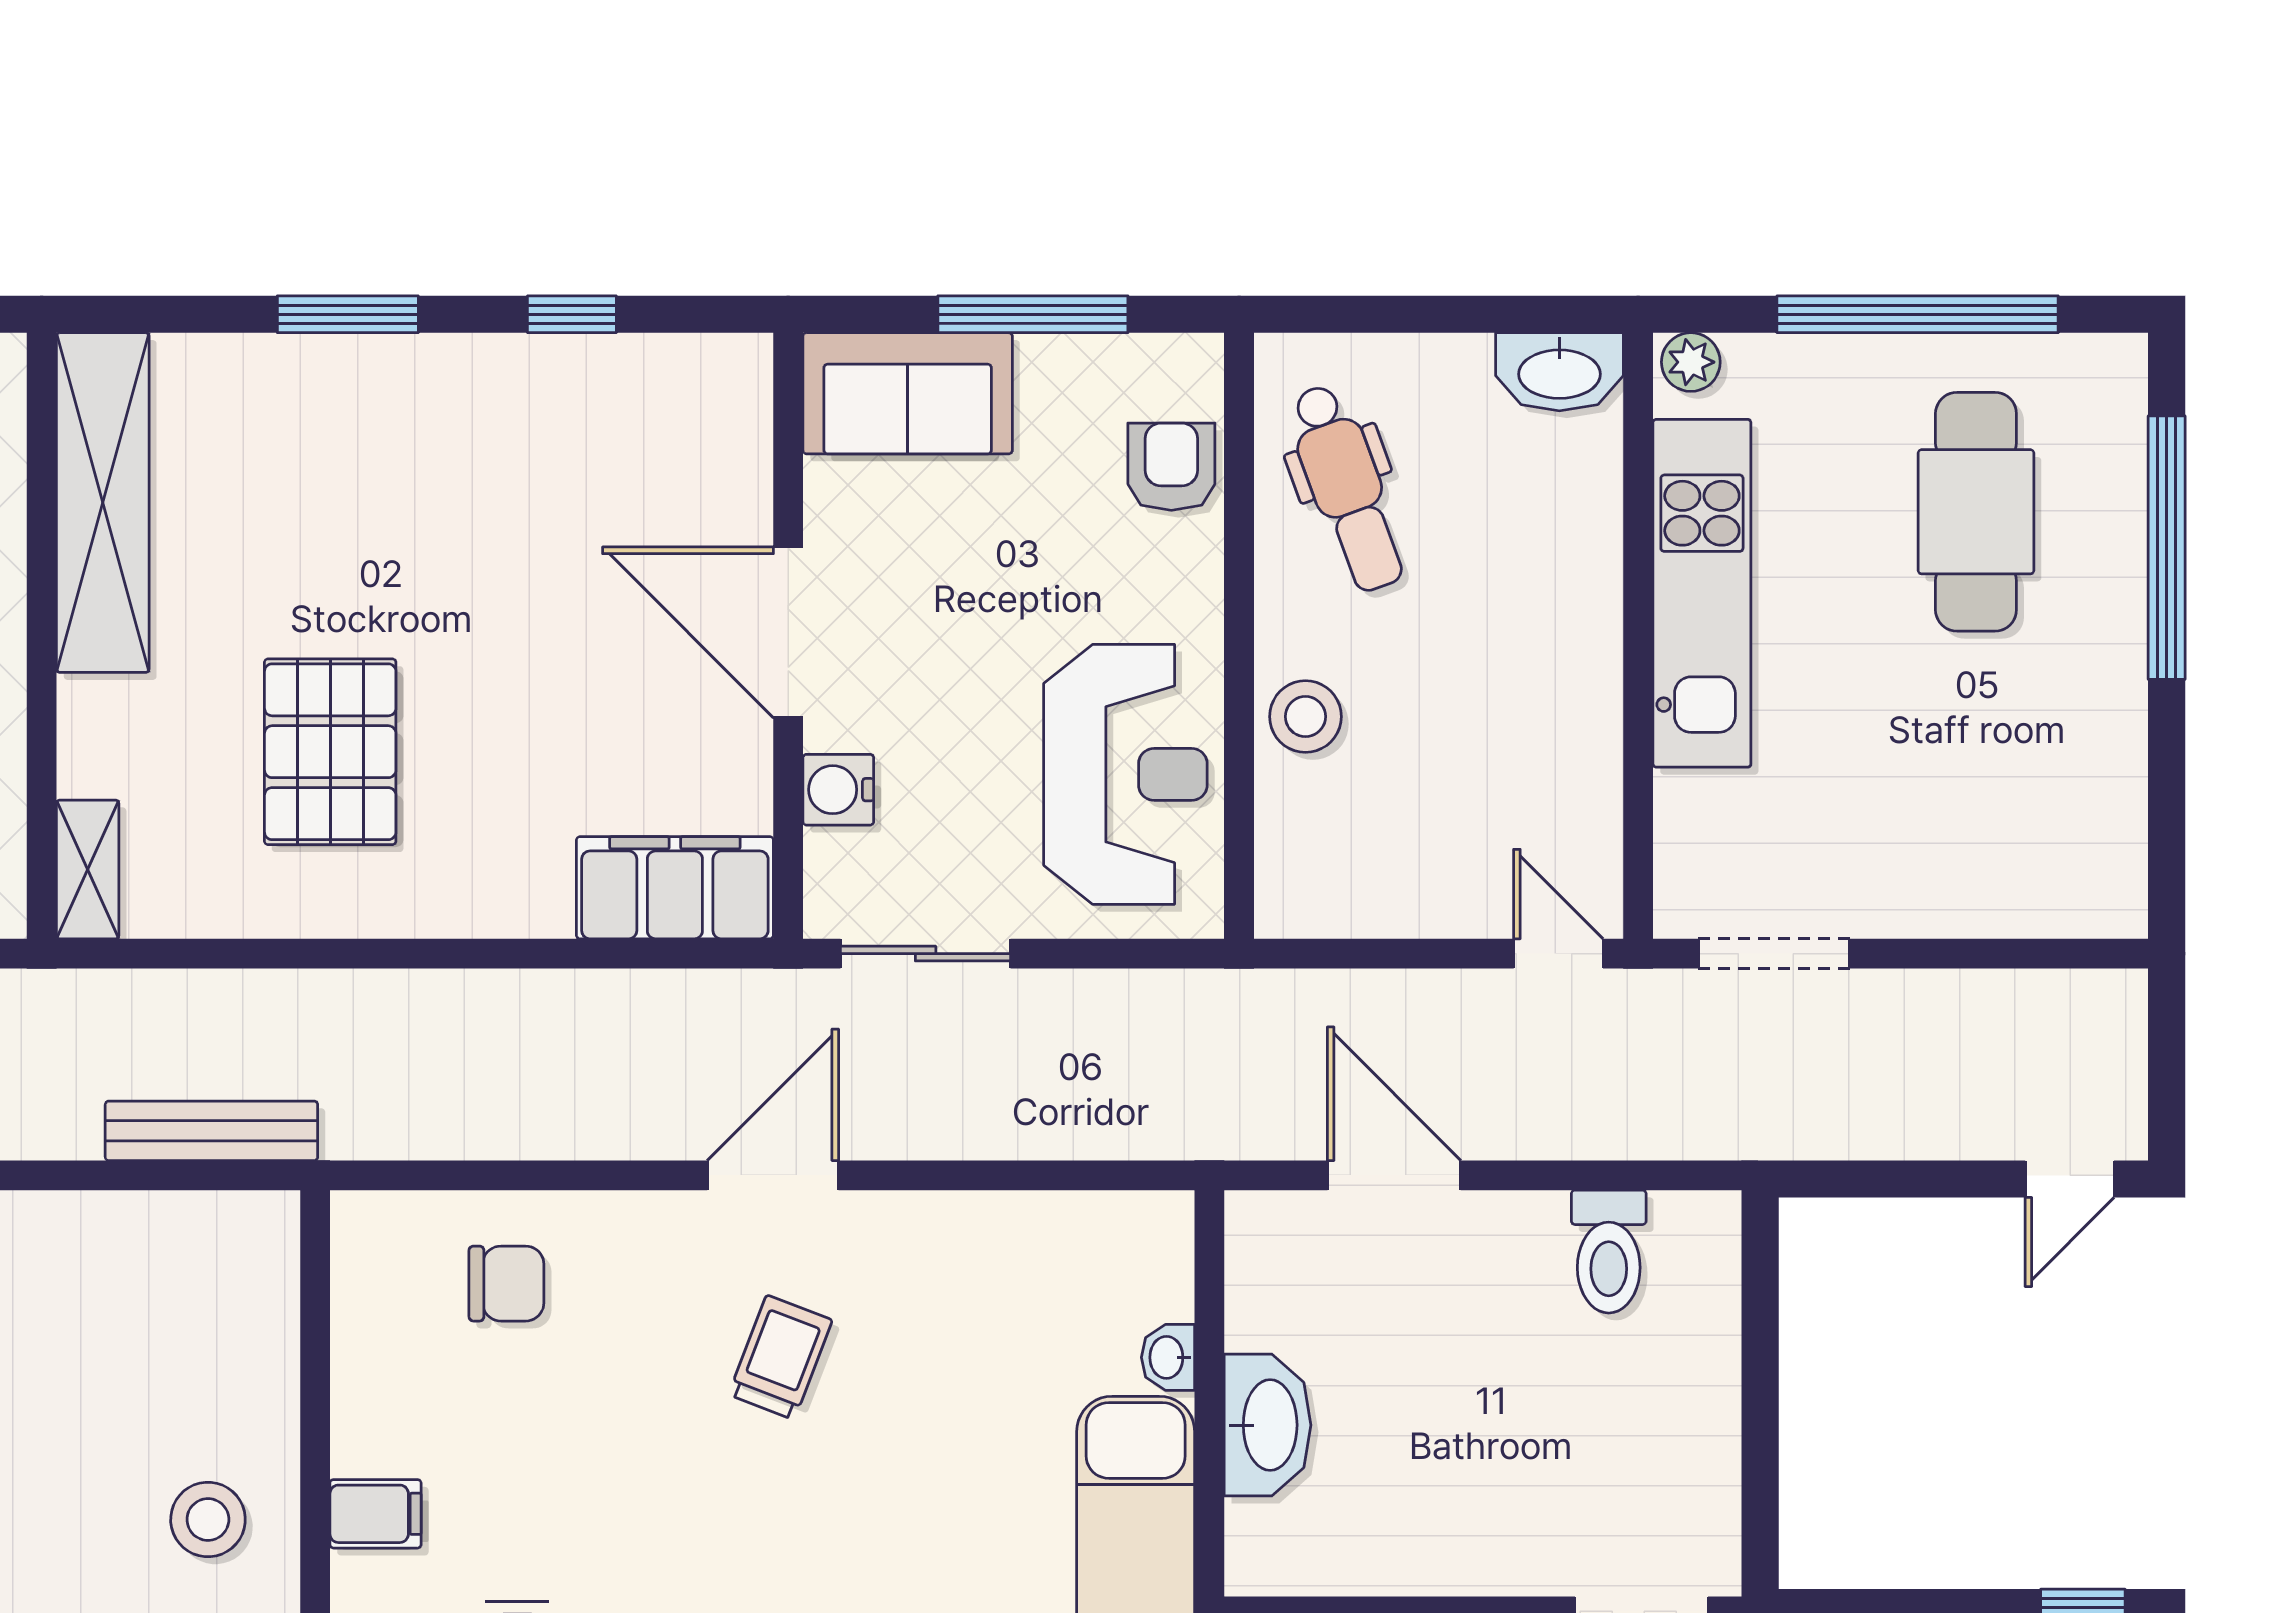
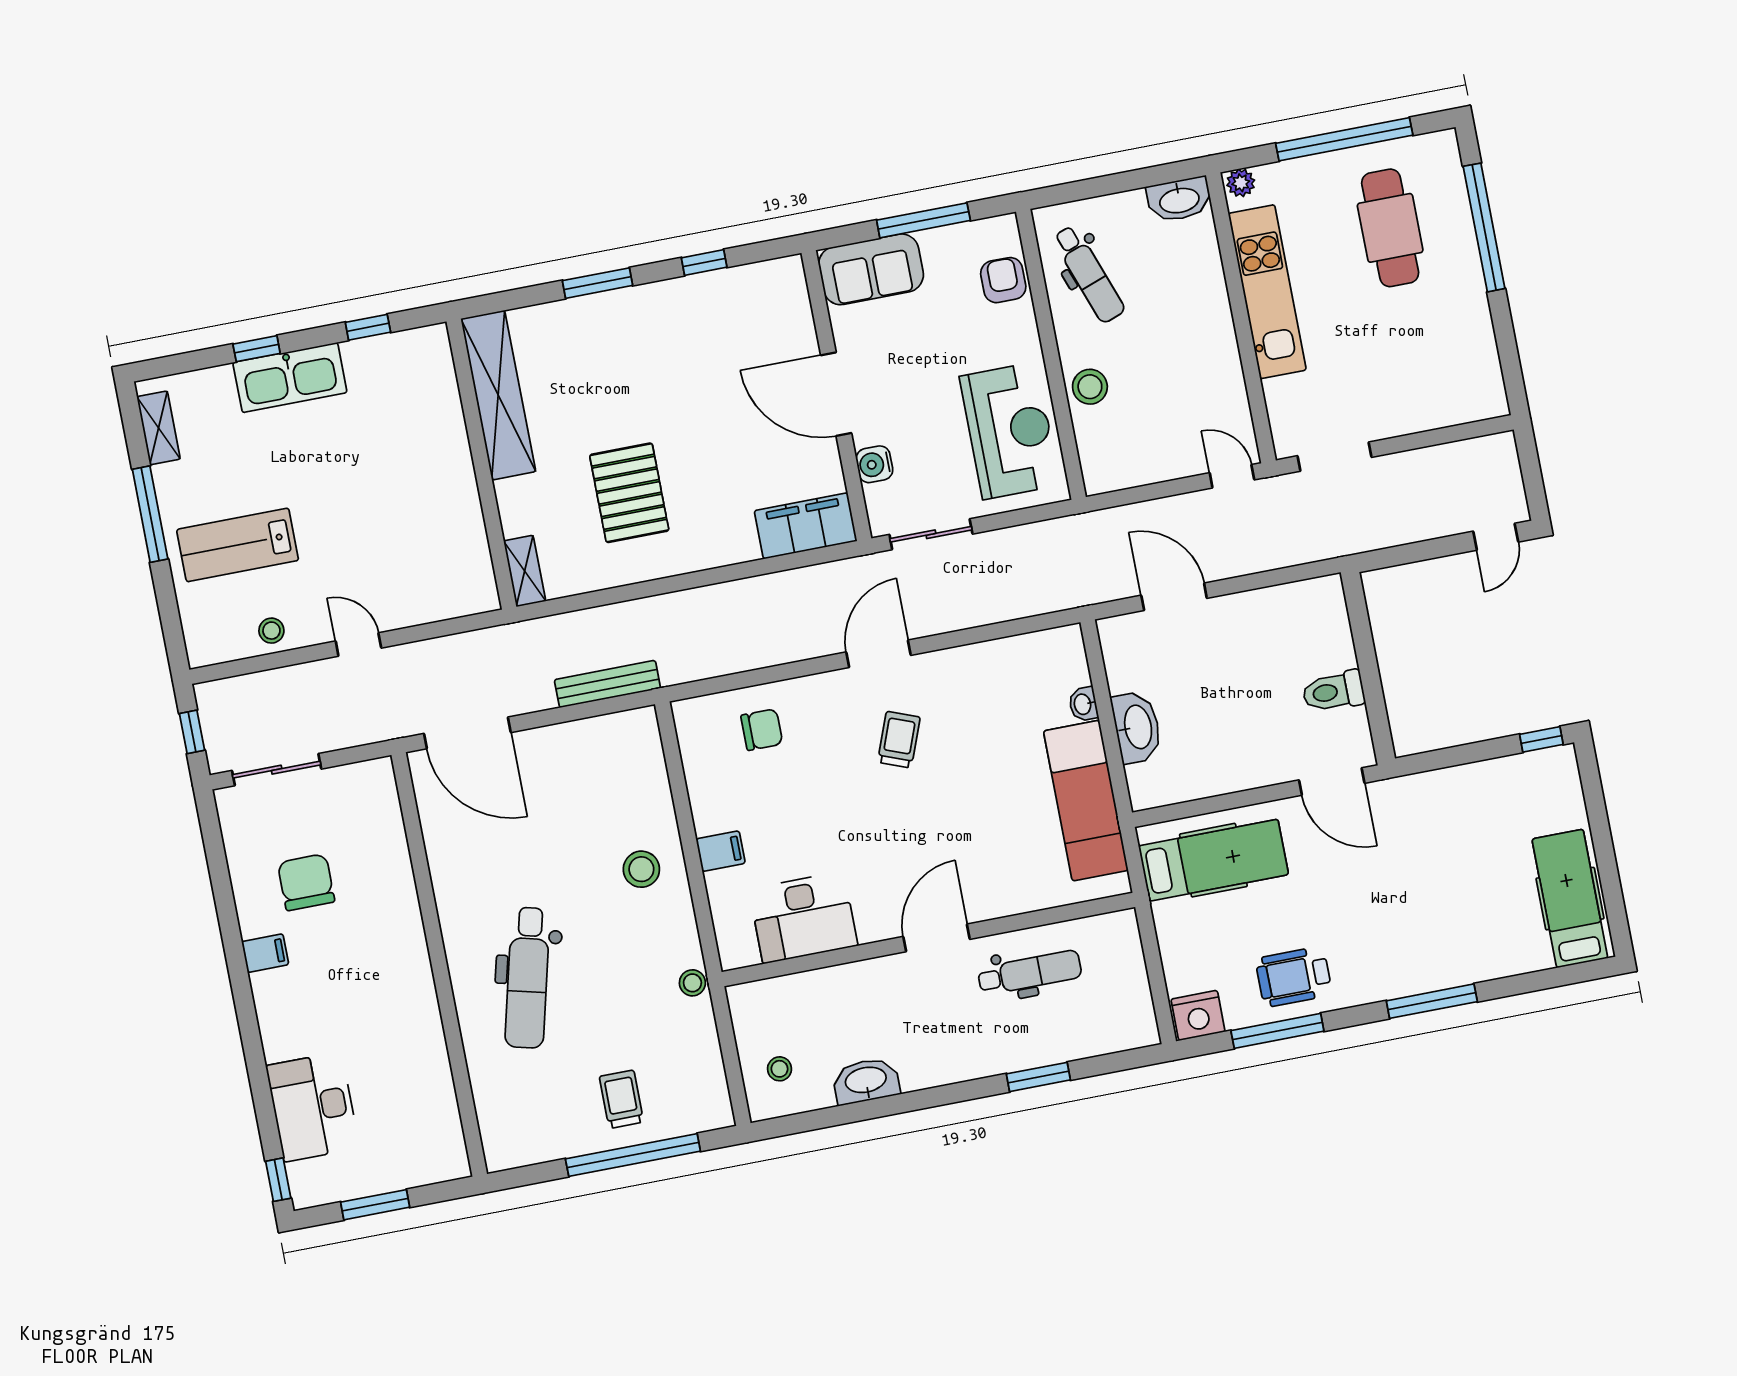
toilet: (1609, 1252) -> (1333, 691), moved, turned 90

